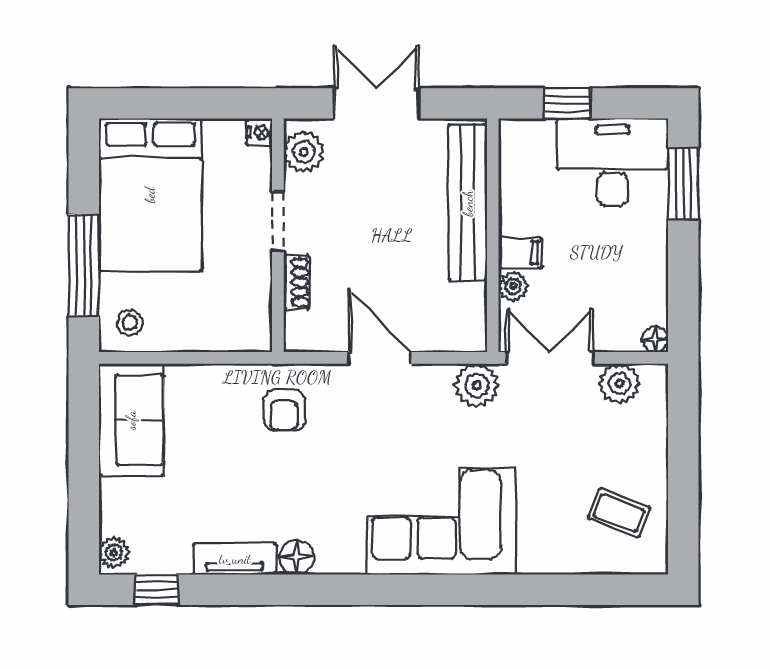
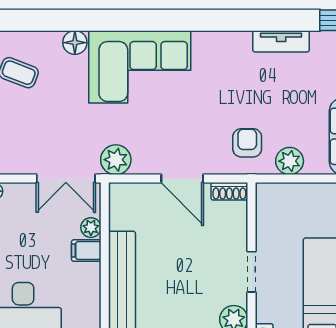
shoe rack: (297, 282) -> (229, 191), moved, turned -90
plant: (619, 384) -> (290, 161), moved
floor lamp: (297, 557) -> (75, 43), moved

